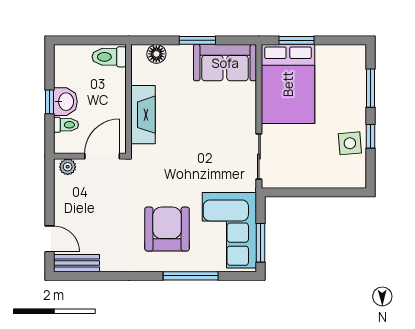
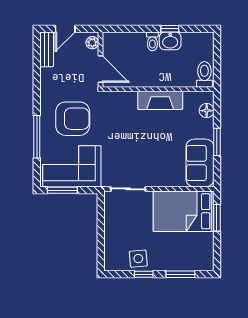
wall: (90, 156) -> (100, 60), moved
door: (102, 156) -> (100, 69), moved
plant: (68, 167) -> (92, 43), moved

